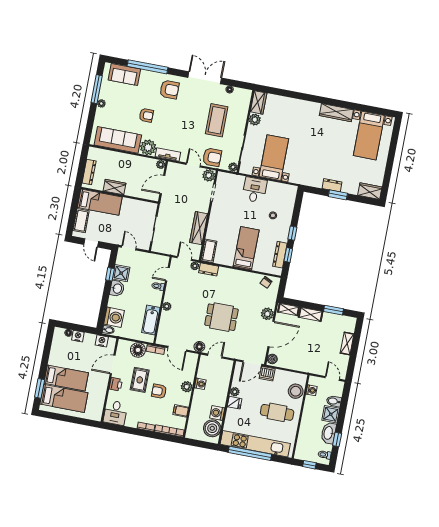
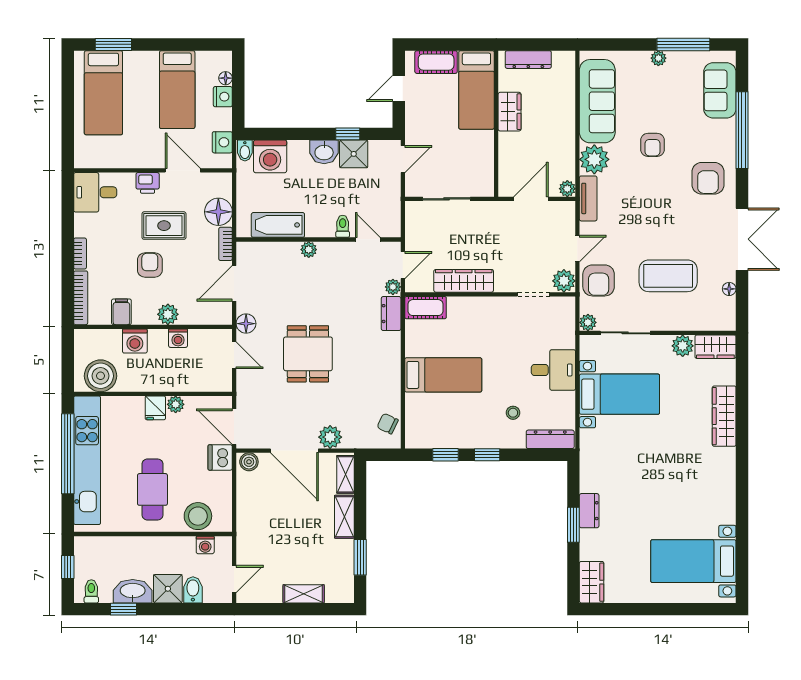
wardrobe: (336, 113) -> (724, 416), moved
door: (162, 185) -> (531, 199), hinge flipped
dresser: (280, 255) -> (550, 439), moved
bed: (66, 378) -> (177, 90), moved
washing machine: (217, 413) -> (135, 341), moved, turned 180

